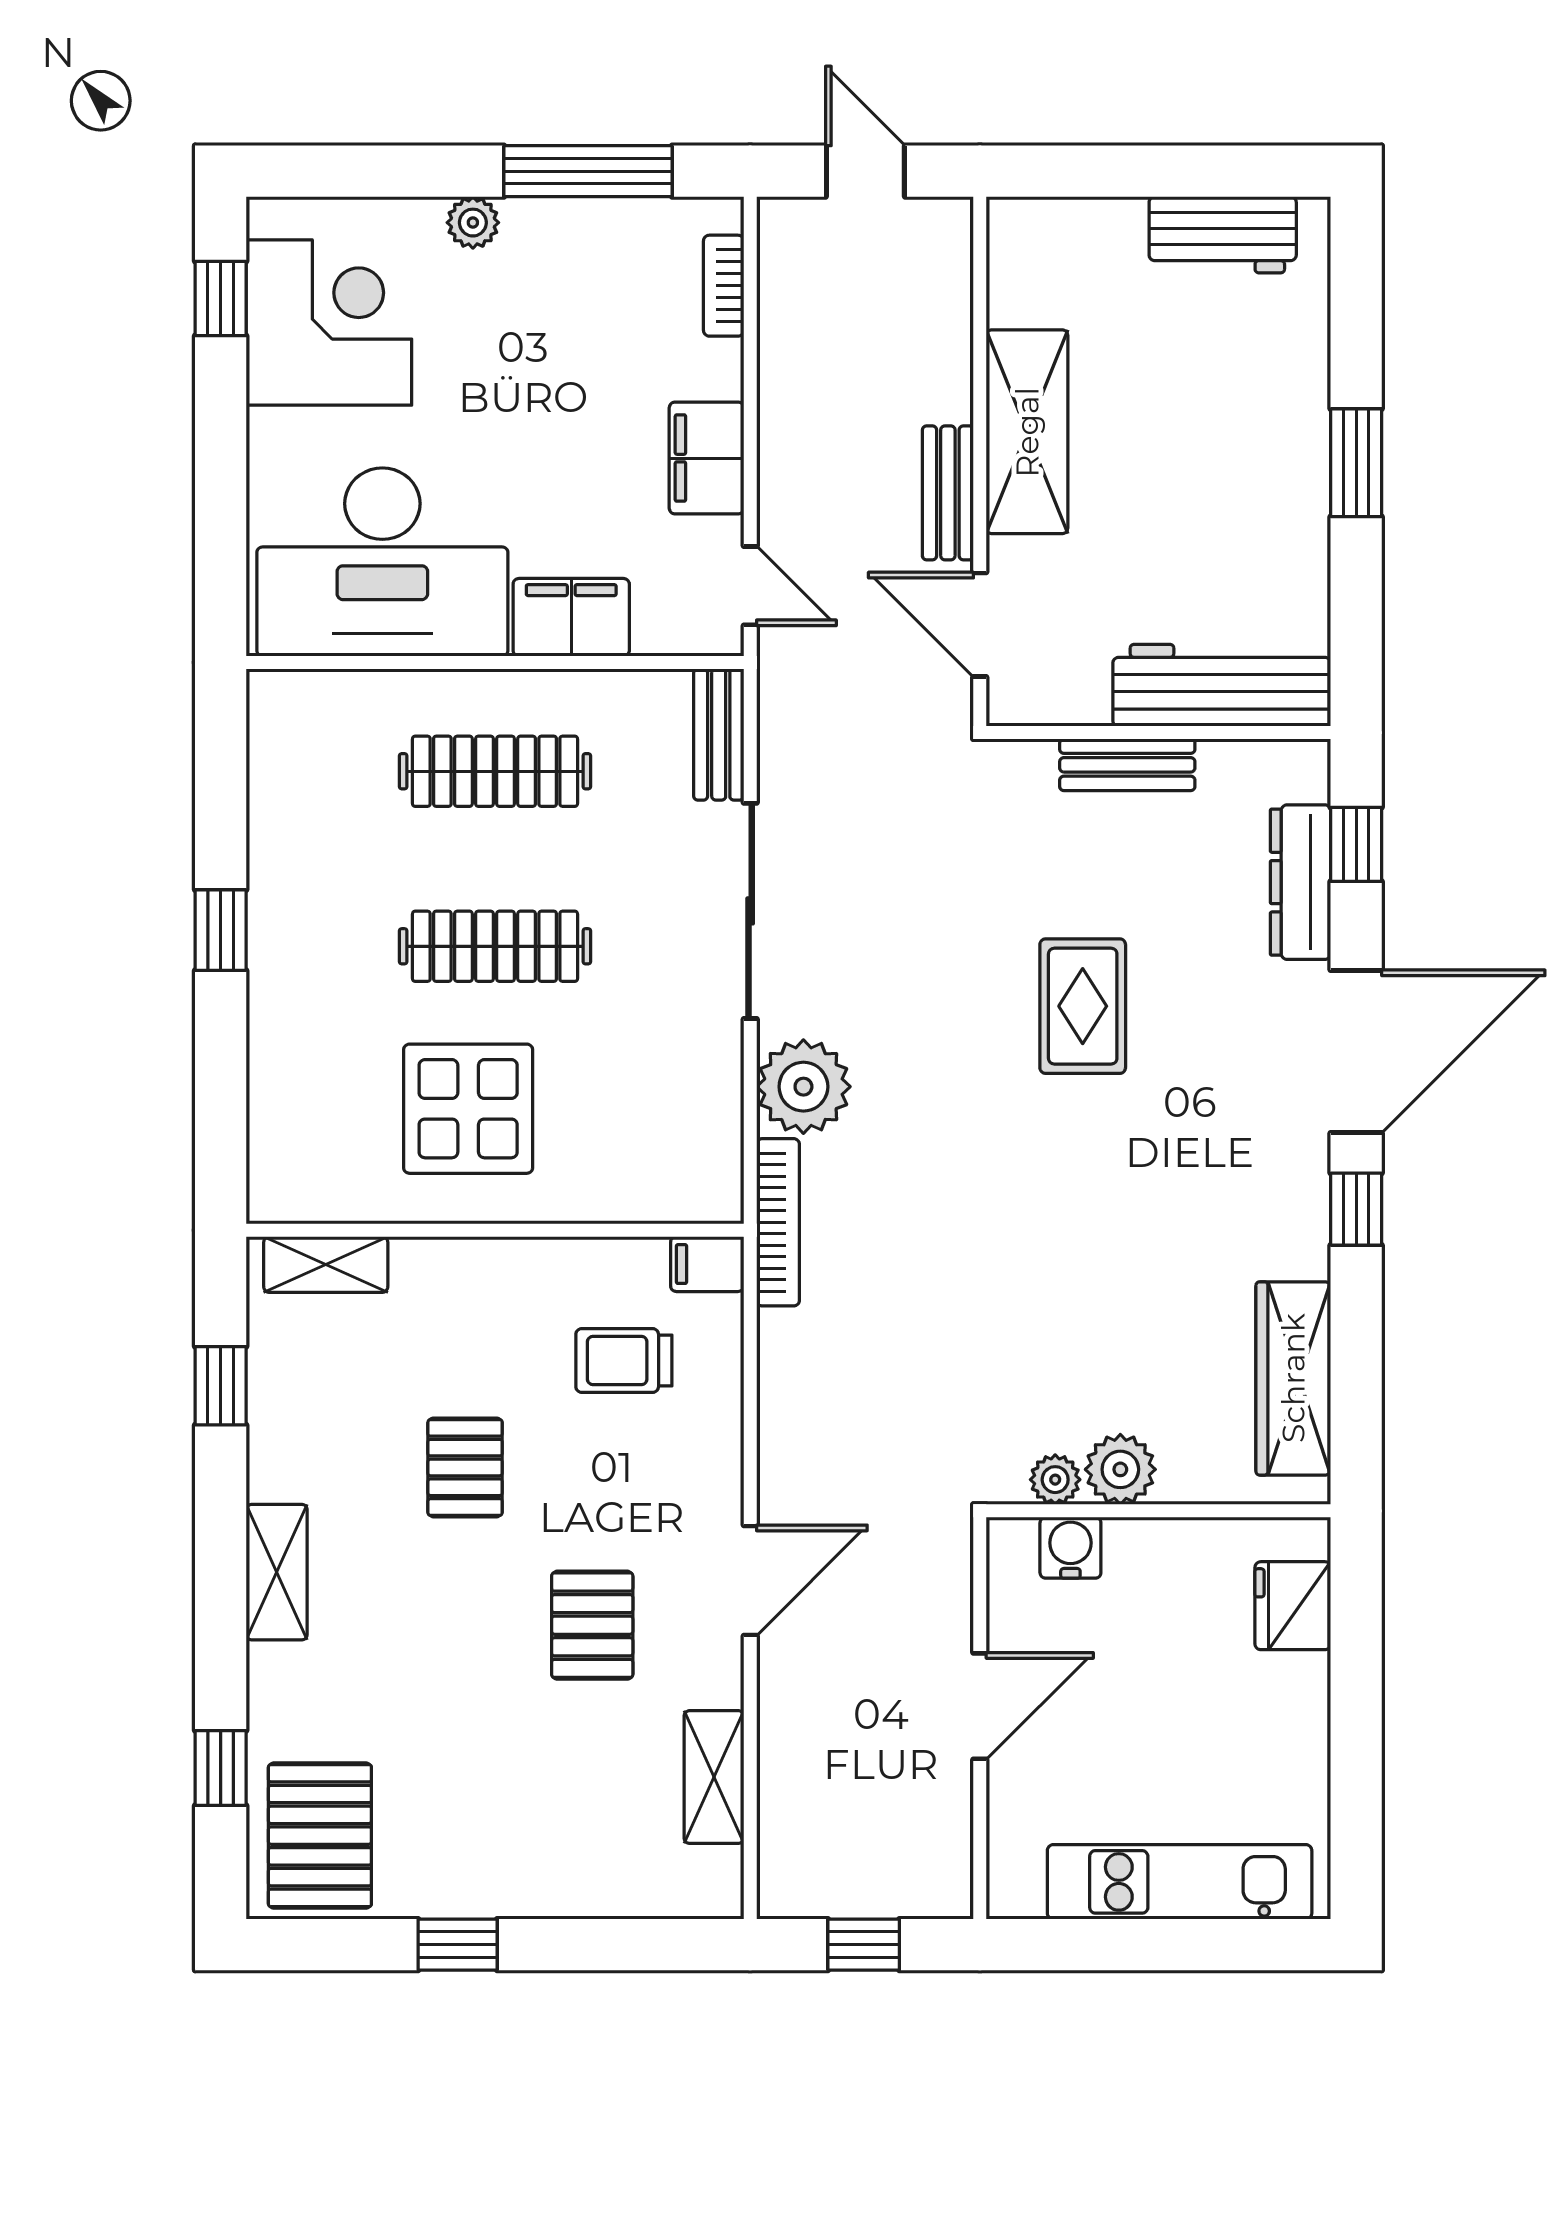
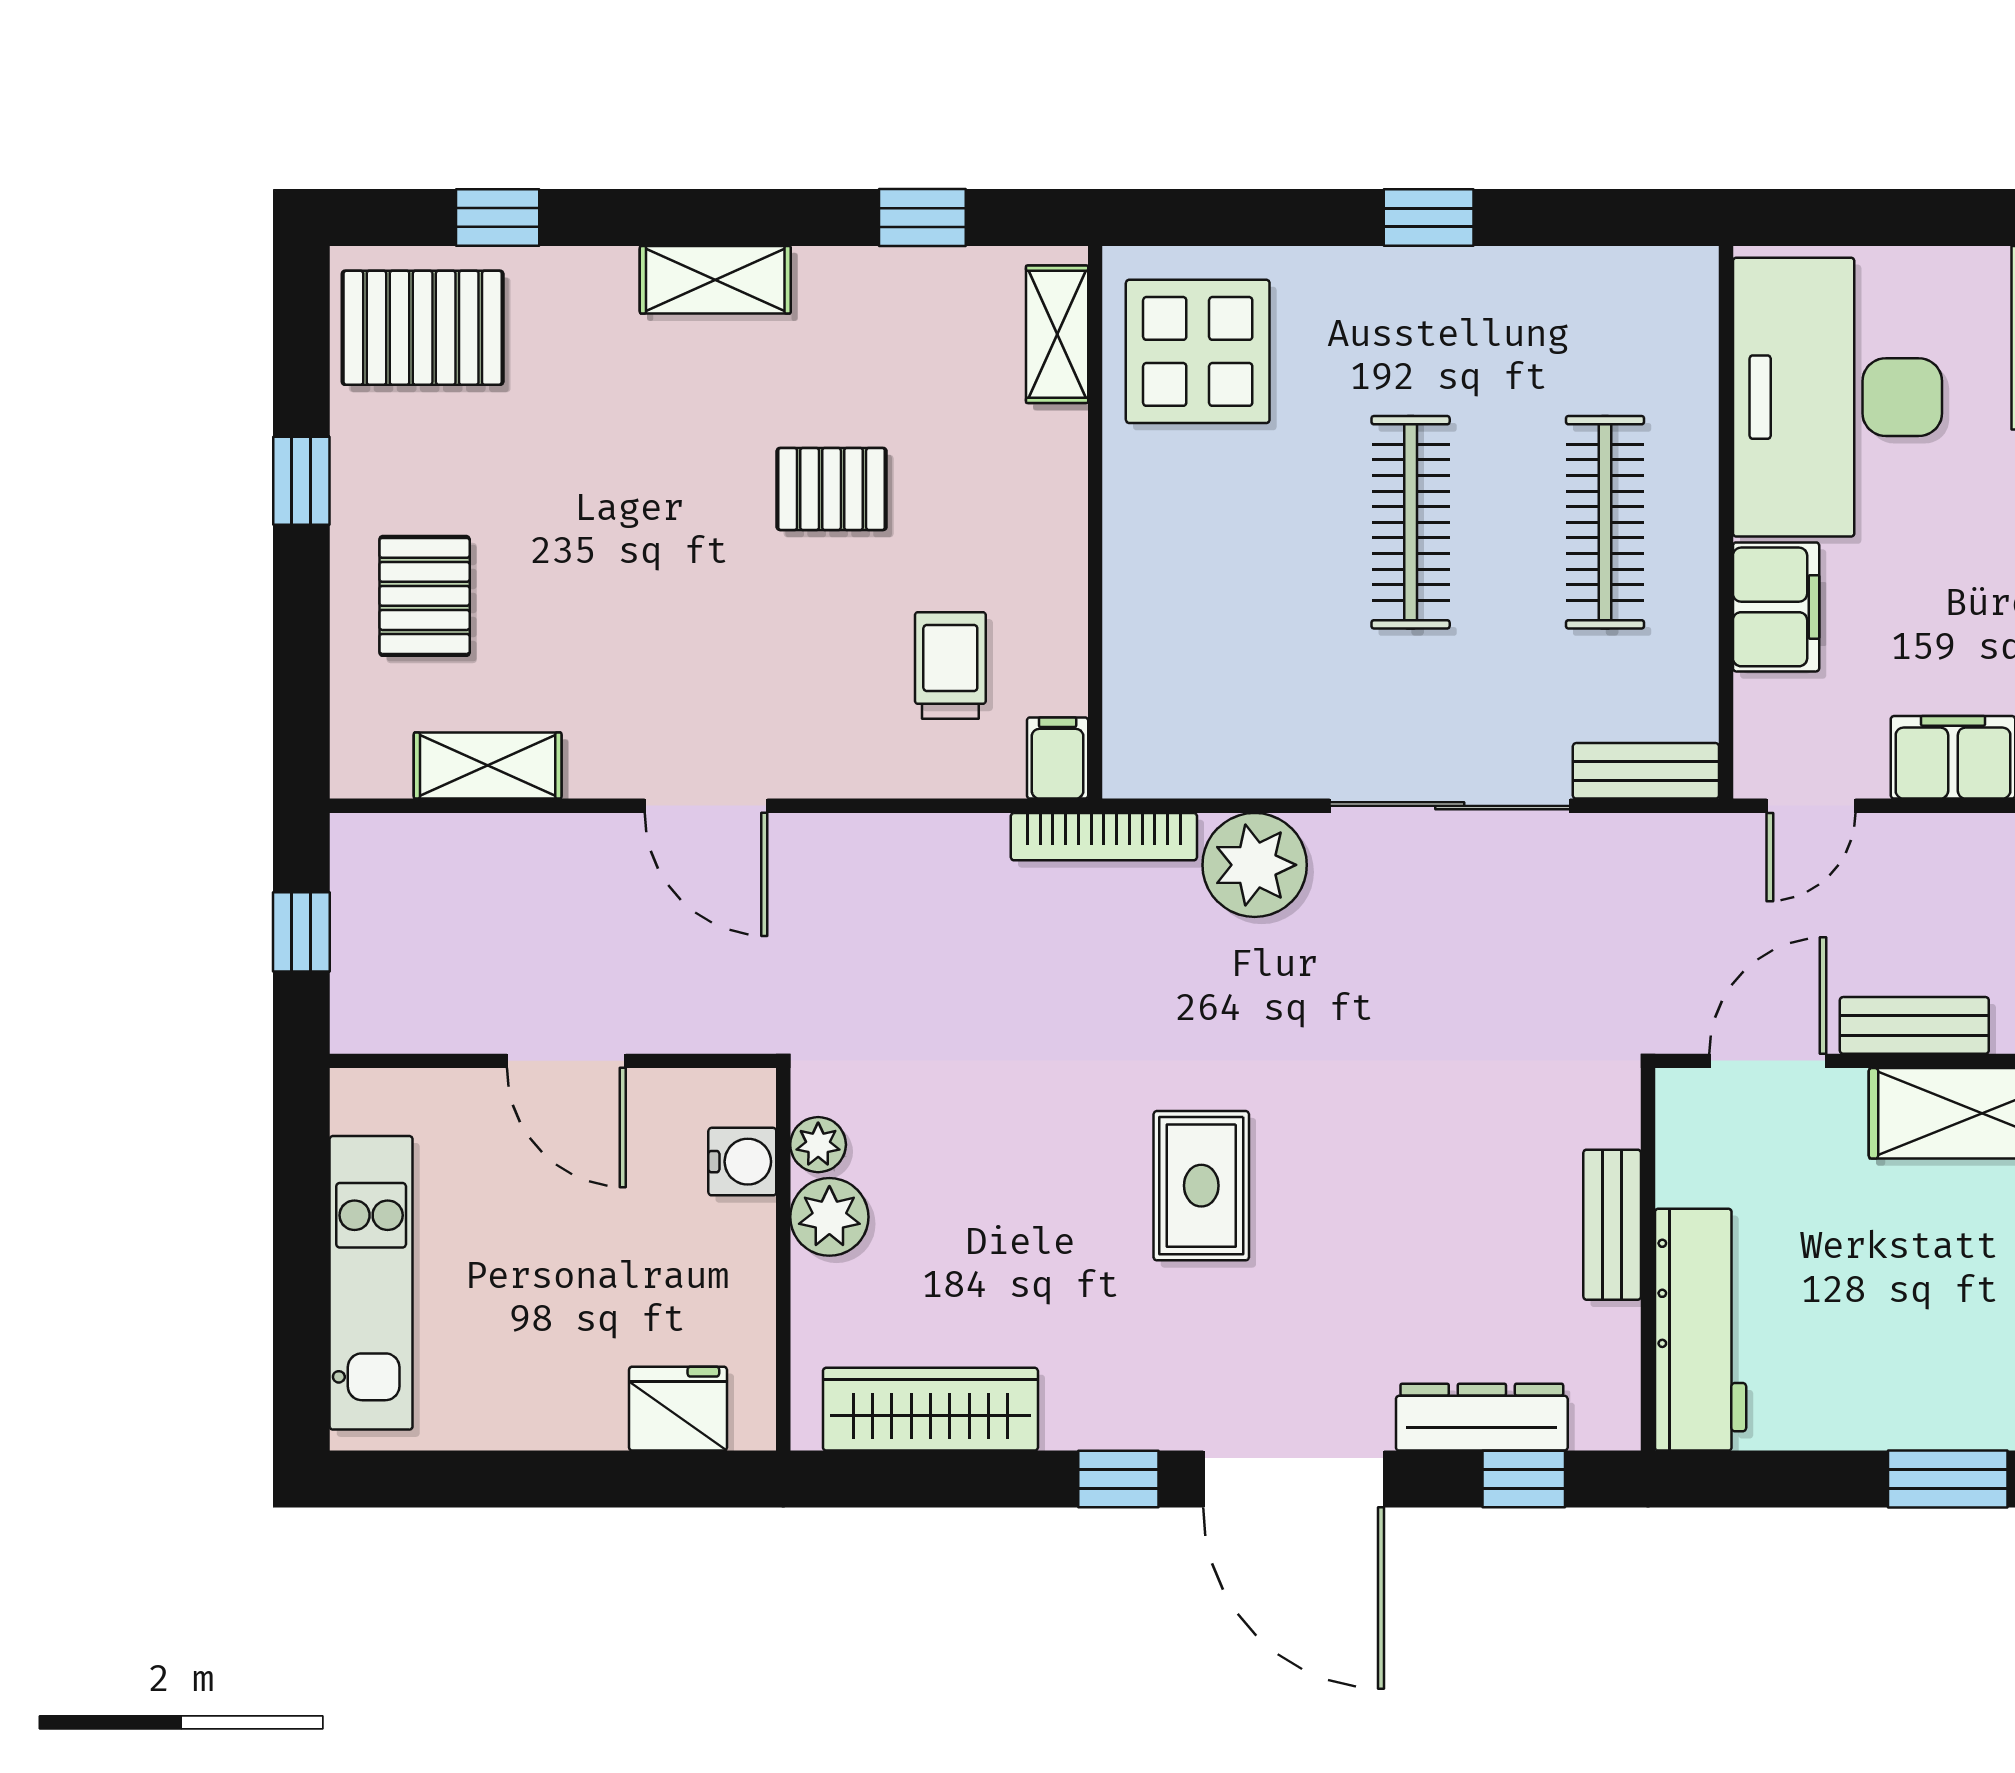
rug: (1083, 1006) -> (1201, 1186), moved, turned 90
display table: (468, 1109) -> (1198, 351), moved
pallet: (592, 1625) -> (425, 596), moved, turned 90

